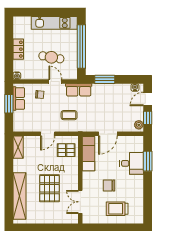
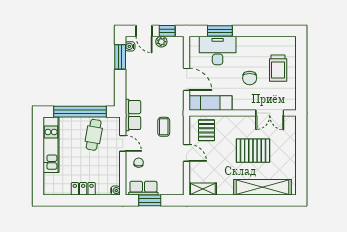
cafe table: (51, 57) -> (94, 135), moved
window: (105, 79) -> (120, 57), moved
door: (55, 82) -> (123, 143), swing flipped
plant: (139, 125) -> (161, 42), moved
desk: (132, 163) -> (218, 50), width x1.37

